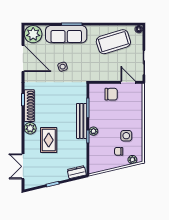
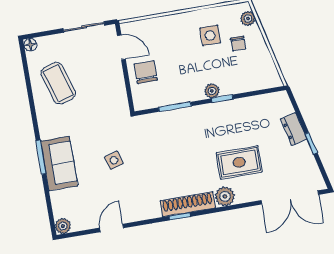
plant: (33, 34) -> (63, 226), width x0.53, depth x0.53
sofa: (66, 34) -> (59, 163), width x0.73
coffee table: (113, 42) -> (58, 83), width x0.73, depth x0.76
door: (23, 58) -> (112, 228), width x0.53
door: (128, 82) -> (121, 47), swing flipped
bench: (82, 121) -> (198, 113), removed
double door: (23, 166) -> (290, 197), width x1.37
dresser: (77, 172) -> (294, 129), moved

